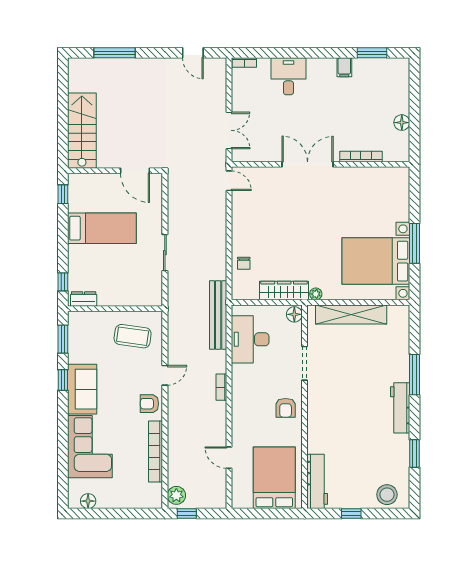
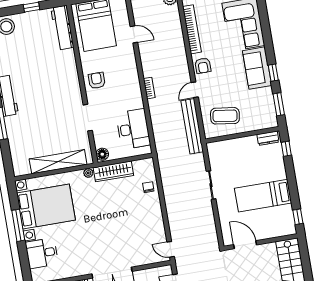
desk: (391, 204) -> (42, 253), added
bench: (218, 315) -> (192, 126), moved
armchair: (149, 404) -> (203, 66), turned 90

